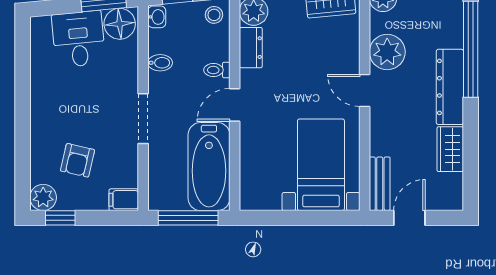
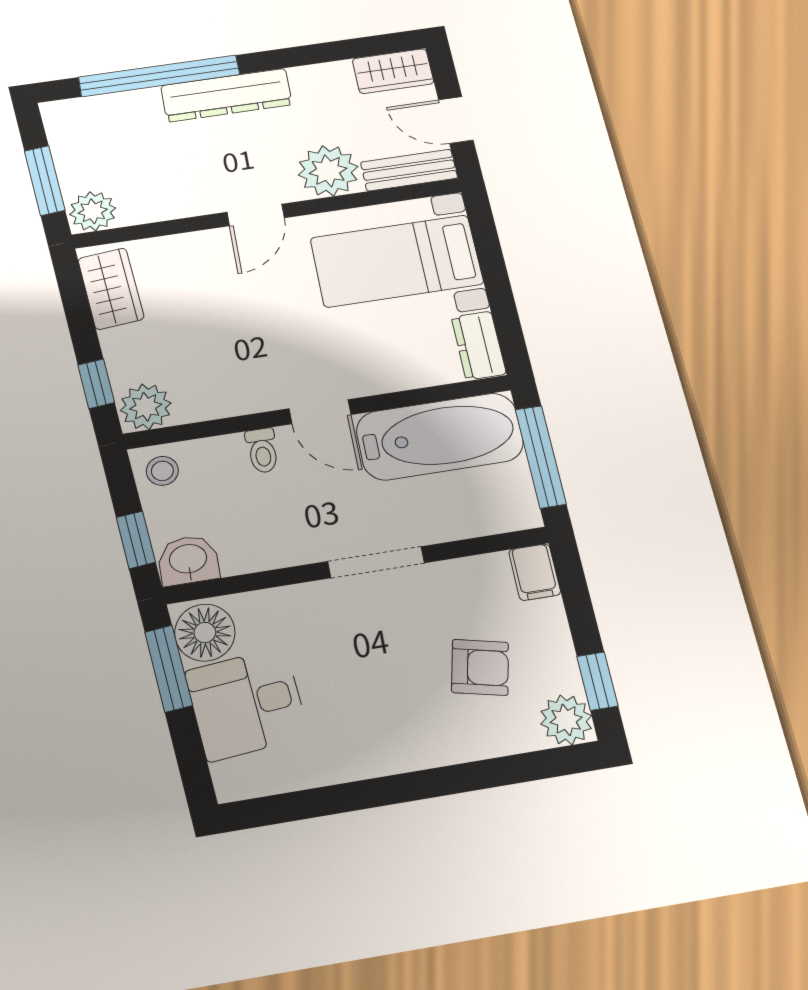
washbasin: (157, 17) -> (188, 560), width x1.38, depth x1.45
dresser: (251, 48) -> (479, 345), moved, turned -90
plant: (387, 52) -> (328, 171), moved
bidet: (160, 63) -> (266, 549), removed
wardrobe: (450, 149) -> (393, 71), moved

